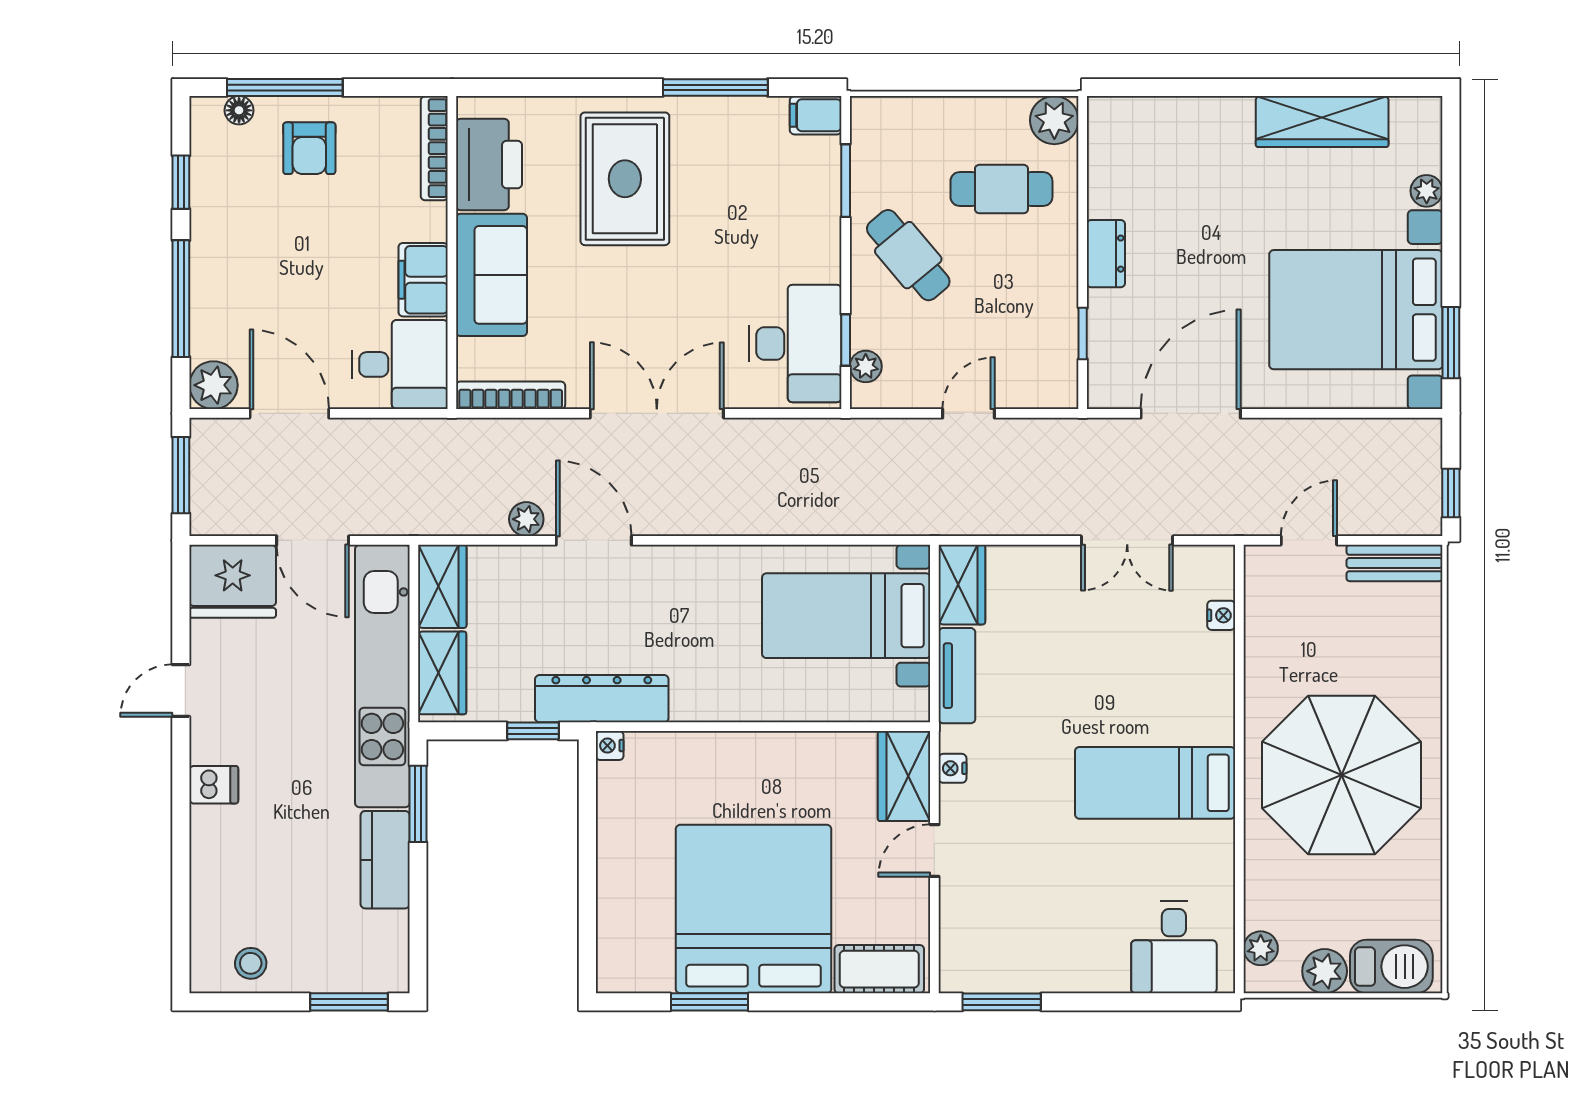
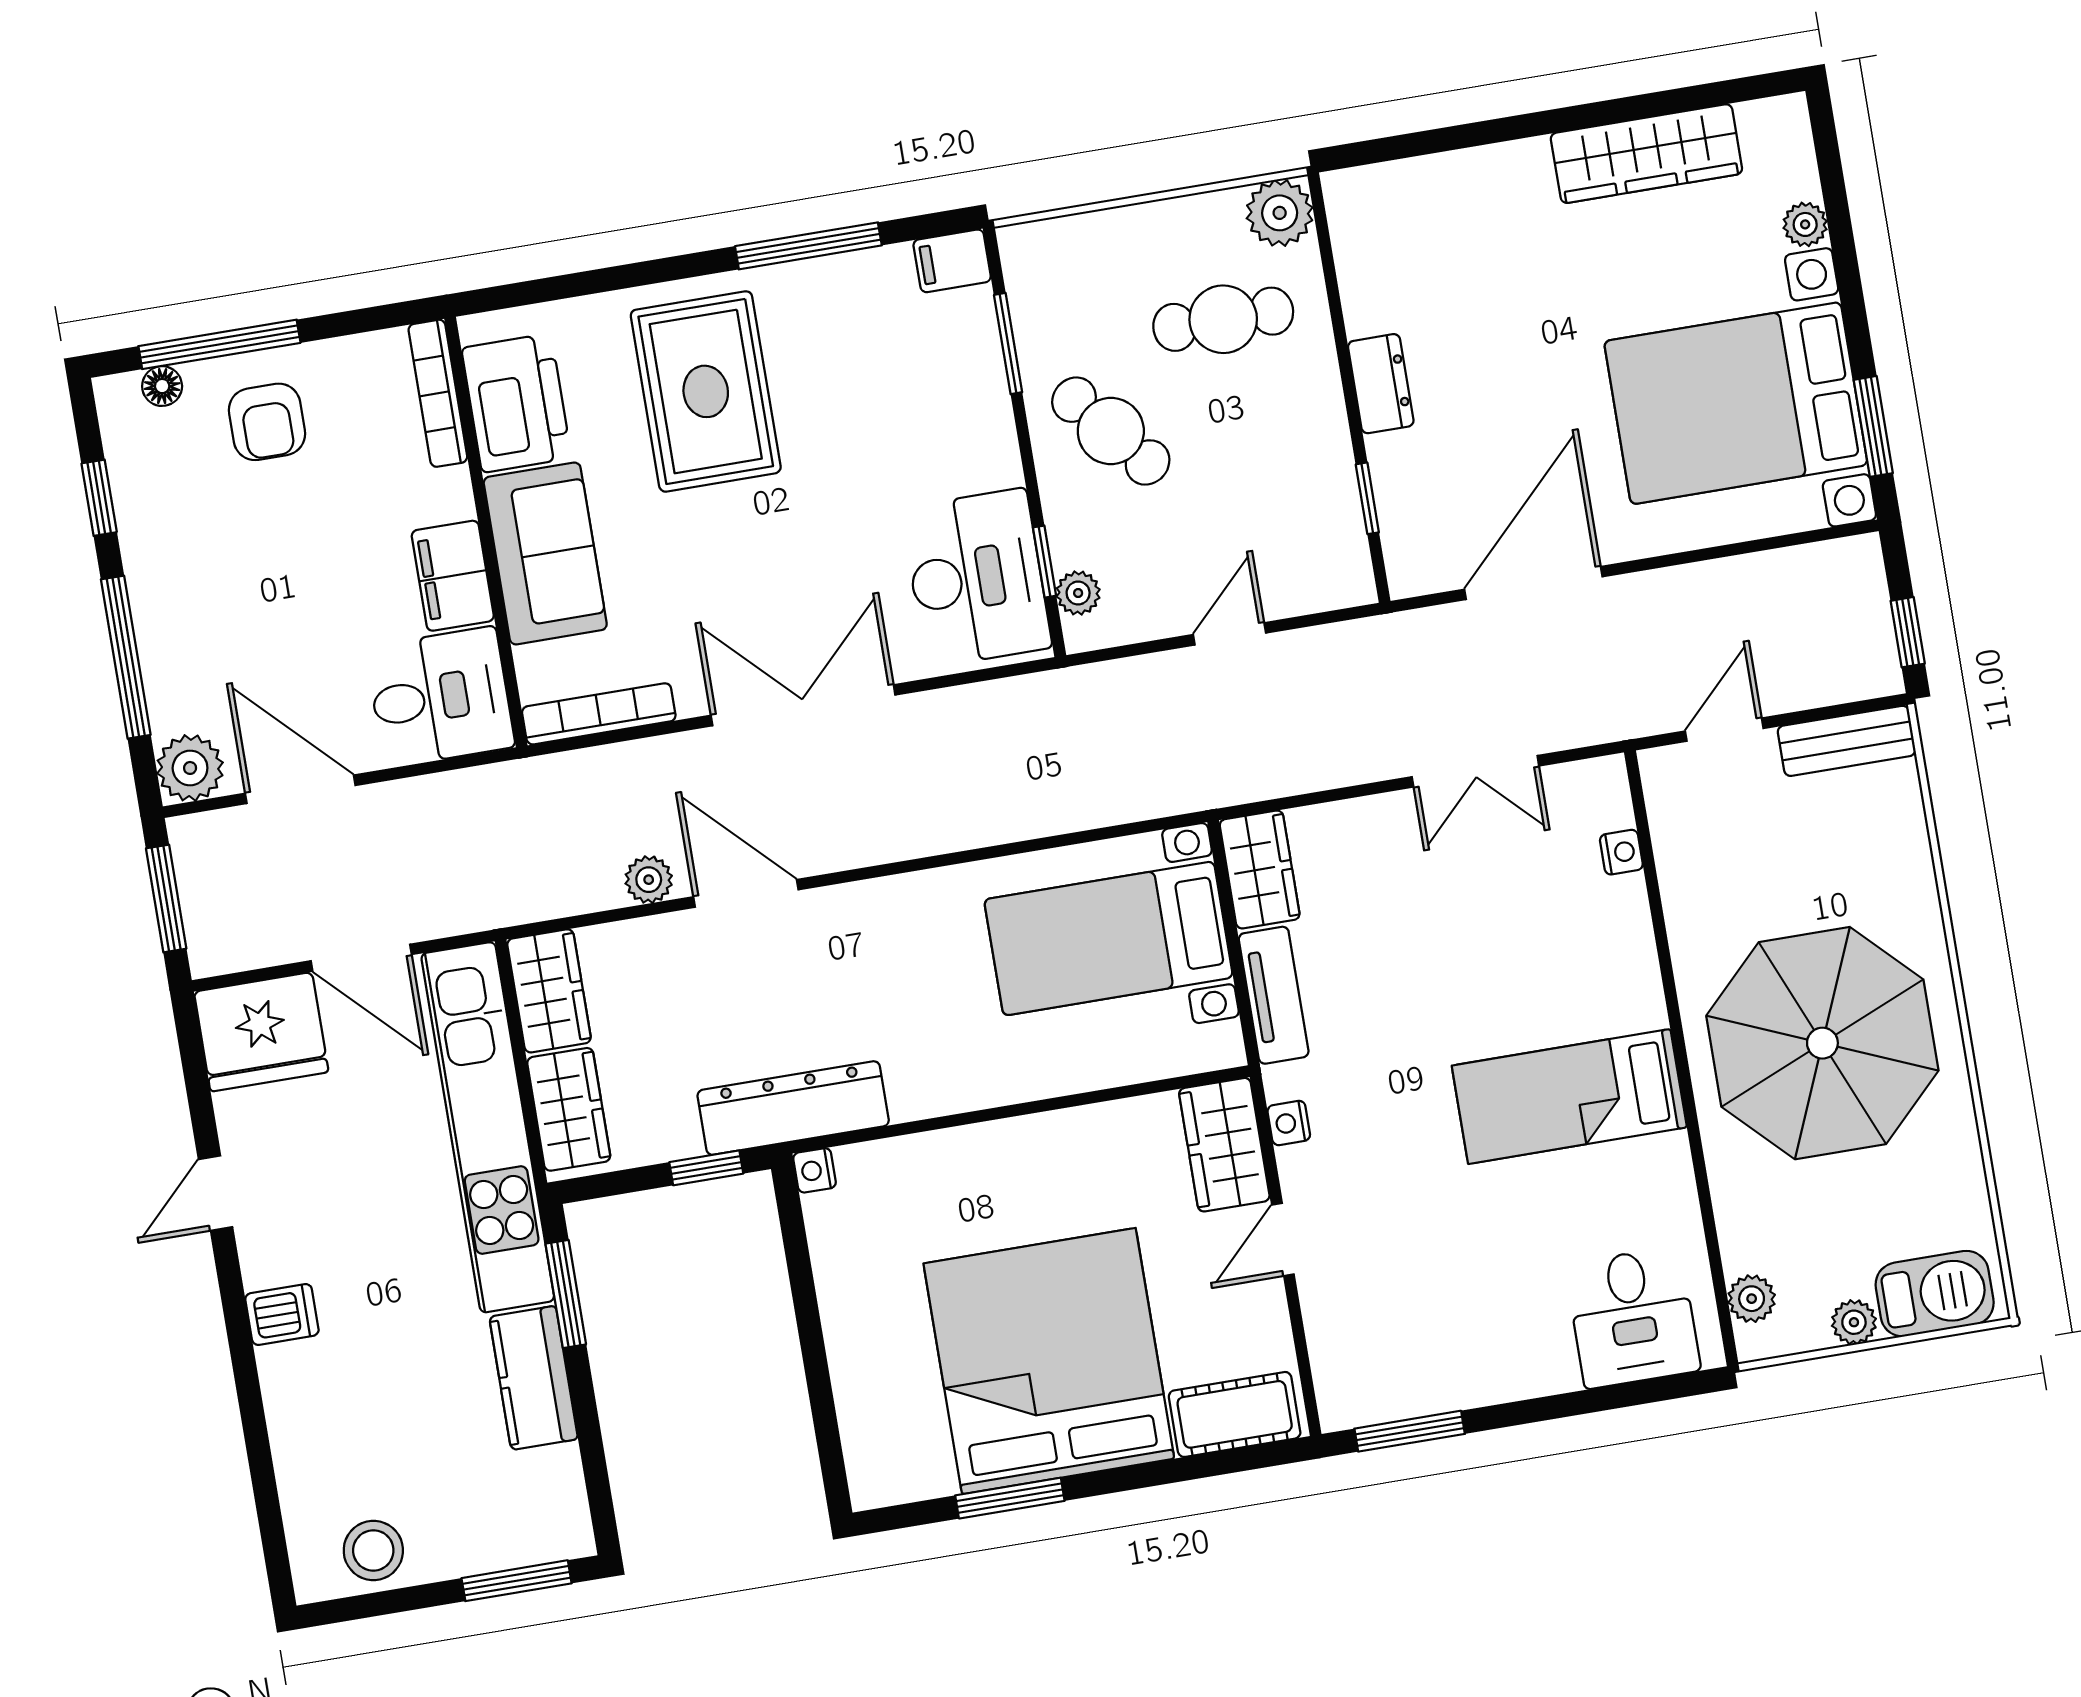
stool: (251, 963) -> (373, 1550), width x1.37, depth x1.37
plant: (1325, 971) -> (1854, 1322), width x0.73, depth x0.73

